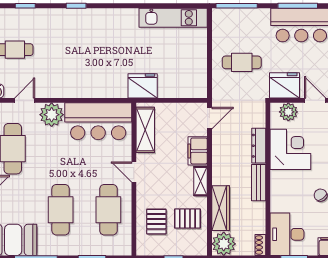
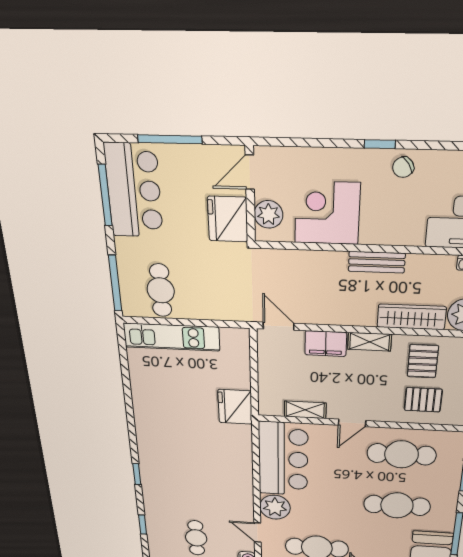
kitchen unit: (173, 18) -> (172, 337), moved, turned 90
cafe table: (242, 62) -> (161, 290), moved
shelving: (145, 130) -> (305, 410), width x0.67, depth x0.75
dresser: (259, 146) -> (320, 260), removed

